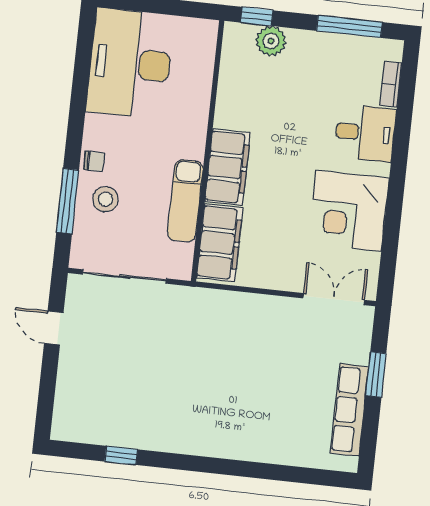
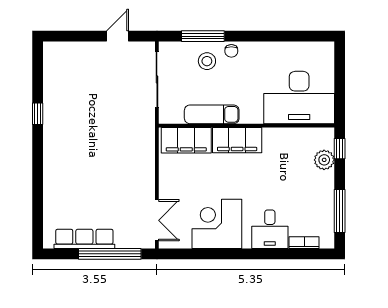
desk: (130, 63) -> (299, 98), moved, turned 180
window: (376, 375) -> (110, 254), width x2.11
window: (121, 455) -> (38, 114), moved

